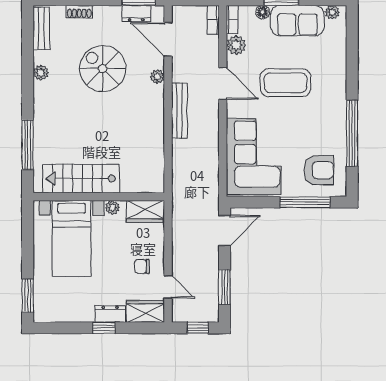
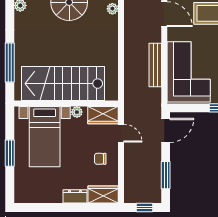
bench: (179, 111) -> (155, 65), moved
stairs: (81, 179) -> (63, 84), width x1.36, depth x1.51
door: (168, 287) -> (121, 133), moved
window: (28, 296) -> (10, 153), moved
window: (104, 328) -> (70, 207), removed

